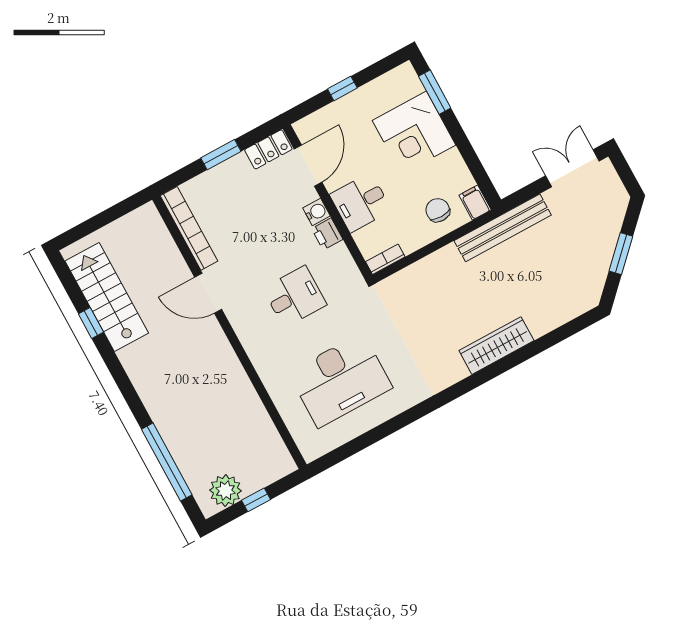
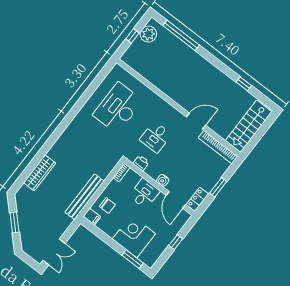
bench: (503, 228) -> (85, 197), moved
printer: (327, 234) -> (141, 163), moved
stairs: (107, 297) -> (249, 126), moved, turned 90
wardrobe: (496, 346) -> (40, 173), moved

